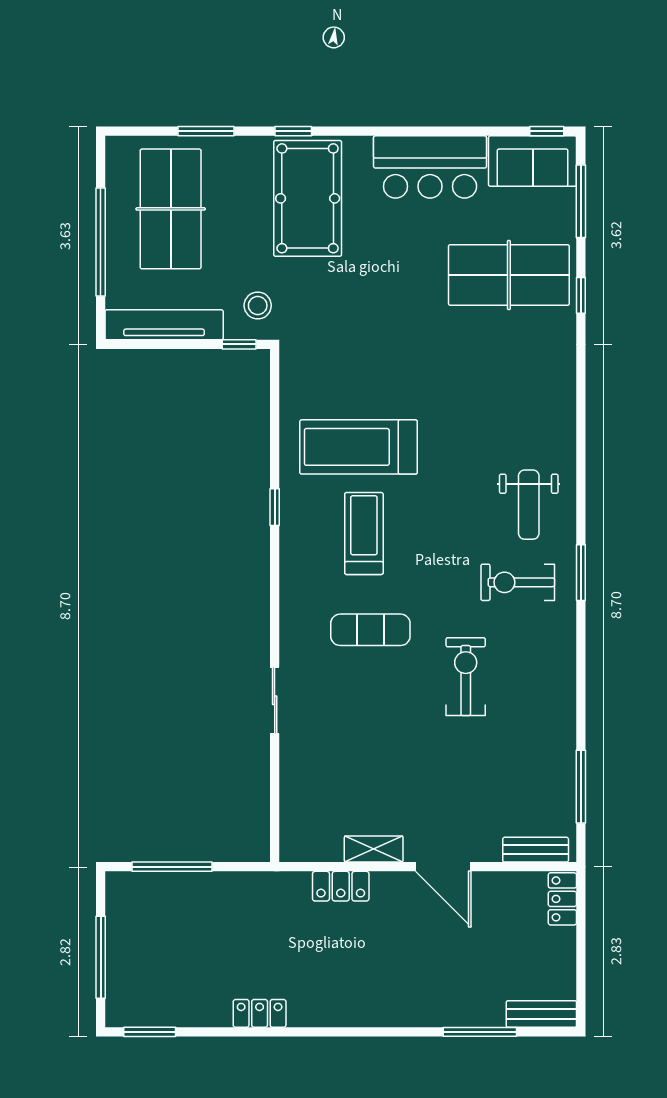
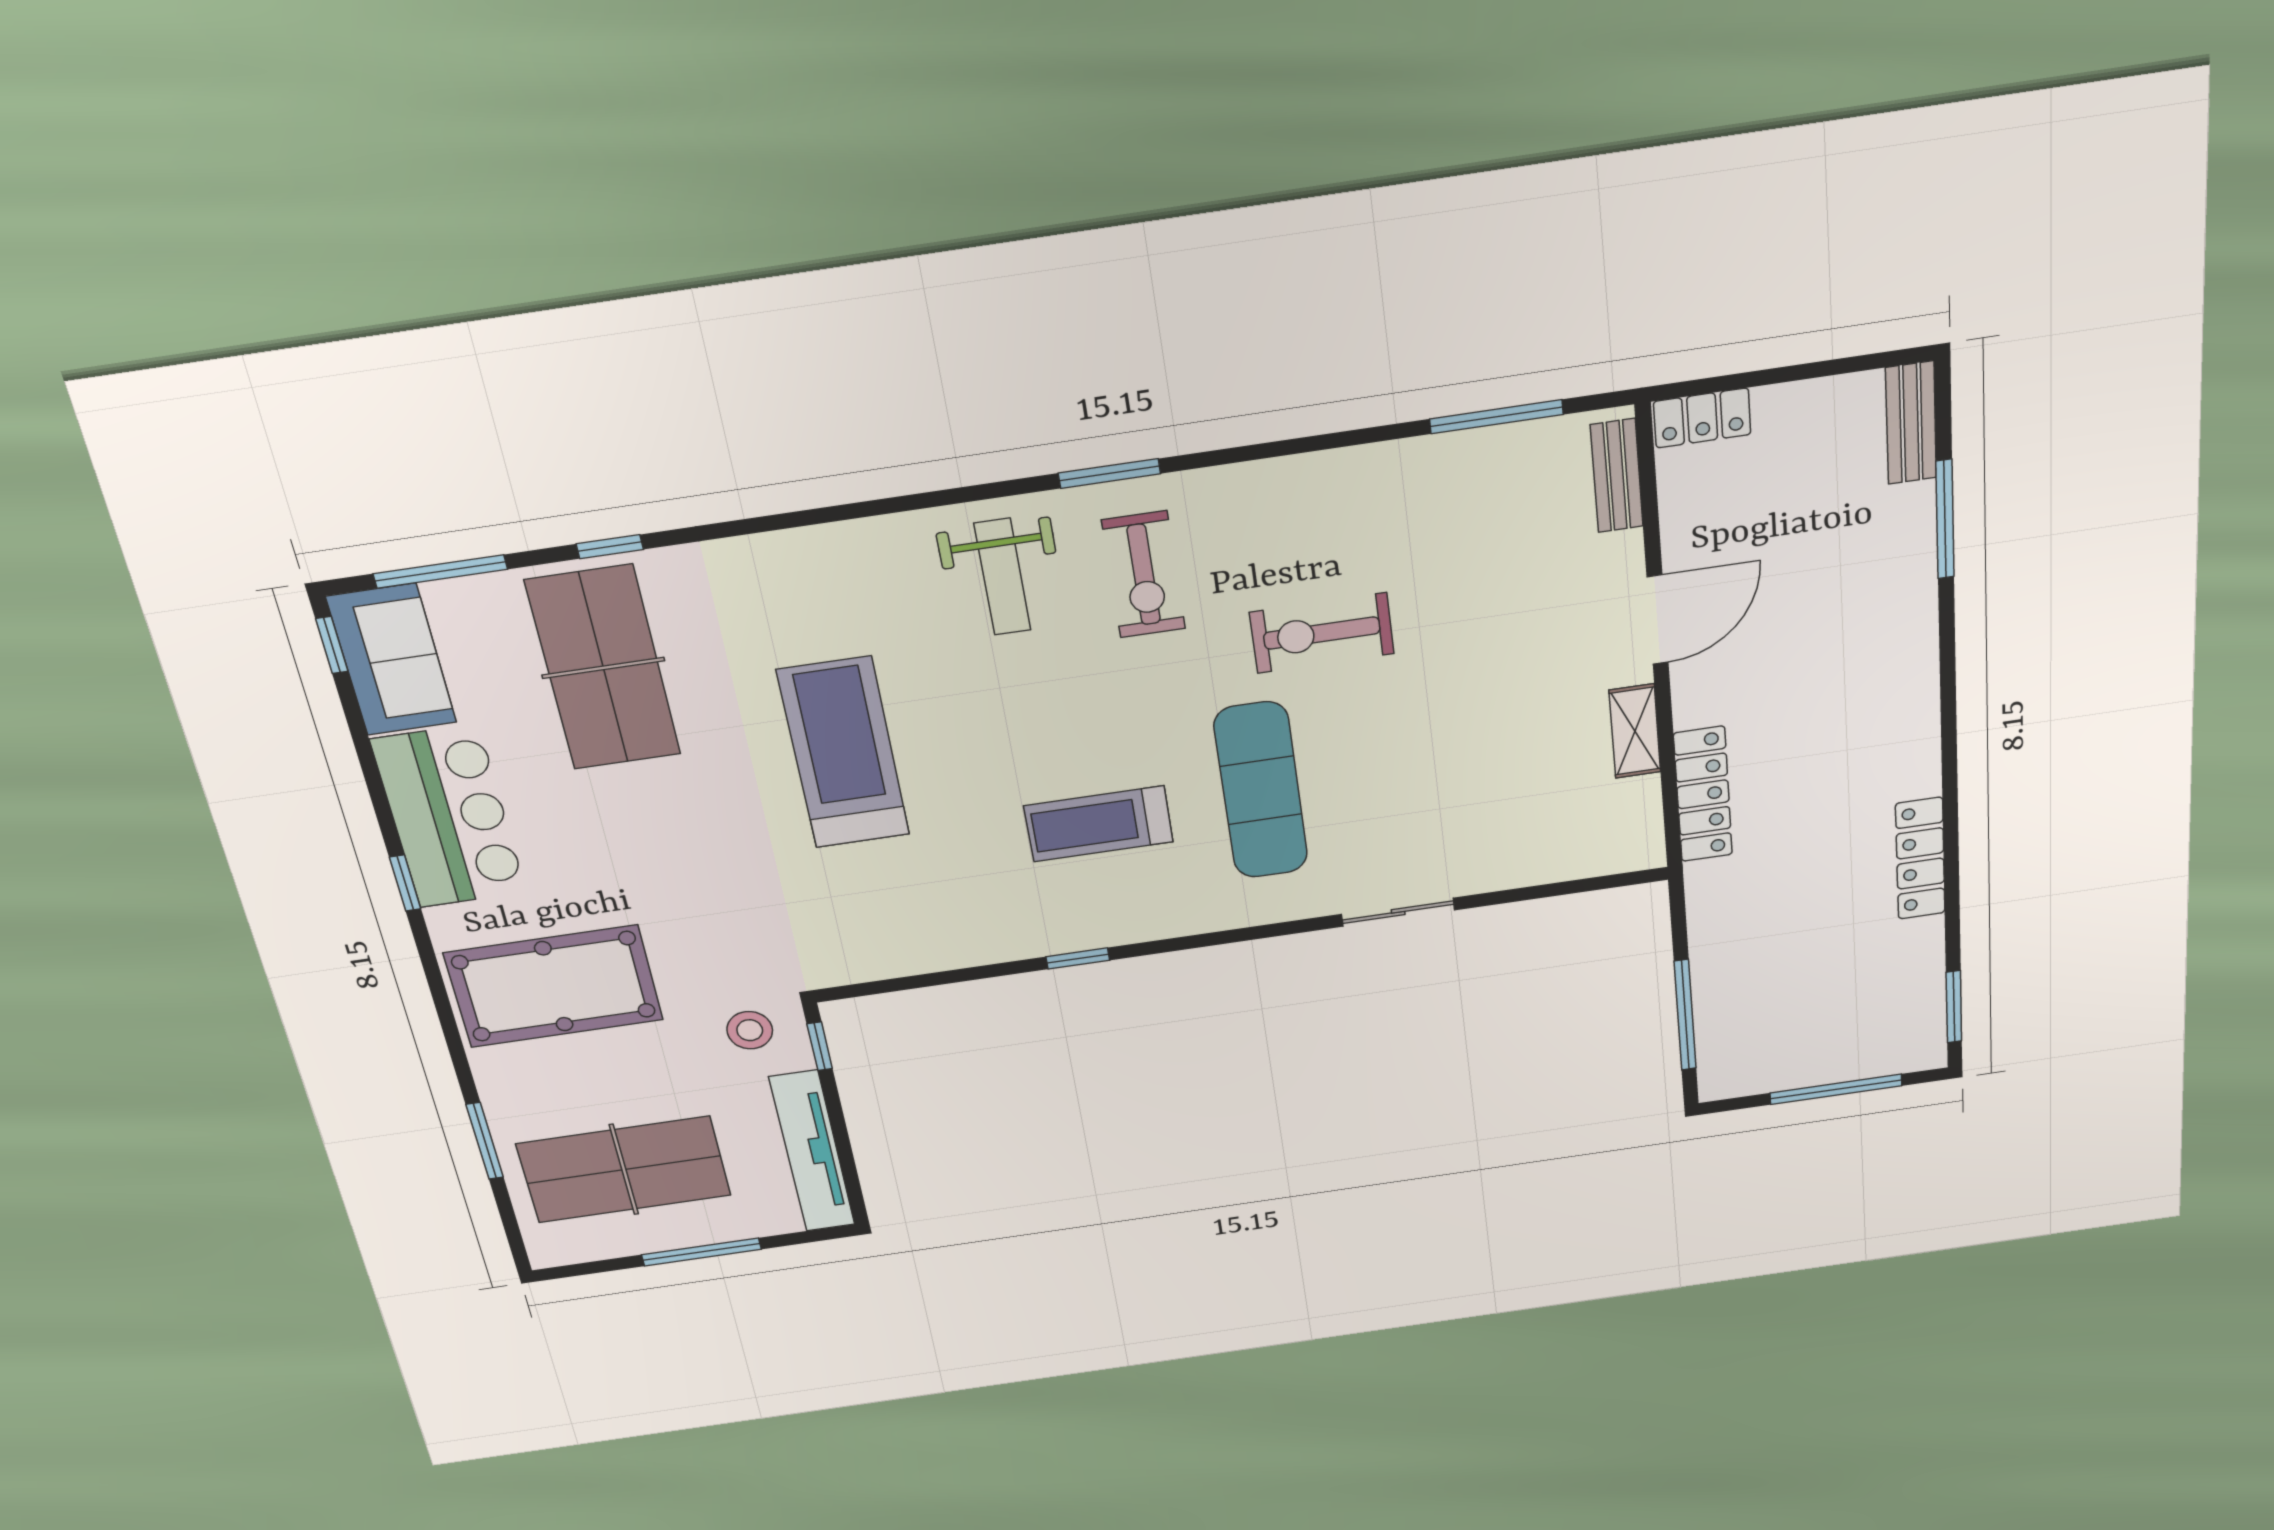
window: (293, 131) -> (405, 883), moved
window: (101, 242) -> (701, 1252), width x0.68
treadmill: (359, 447) -> (844, 753), moved, turned 180
weight bench: (529, 505) -> (1002, 577), turned 90
exercise mat: (370, 630) -> (1261, 790), width x1.36, depth x1.45
locker: (341, 886) -> (1703, 794), width x1.53
locker: (260, 1013) -> (1920, 858), width x1.53

